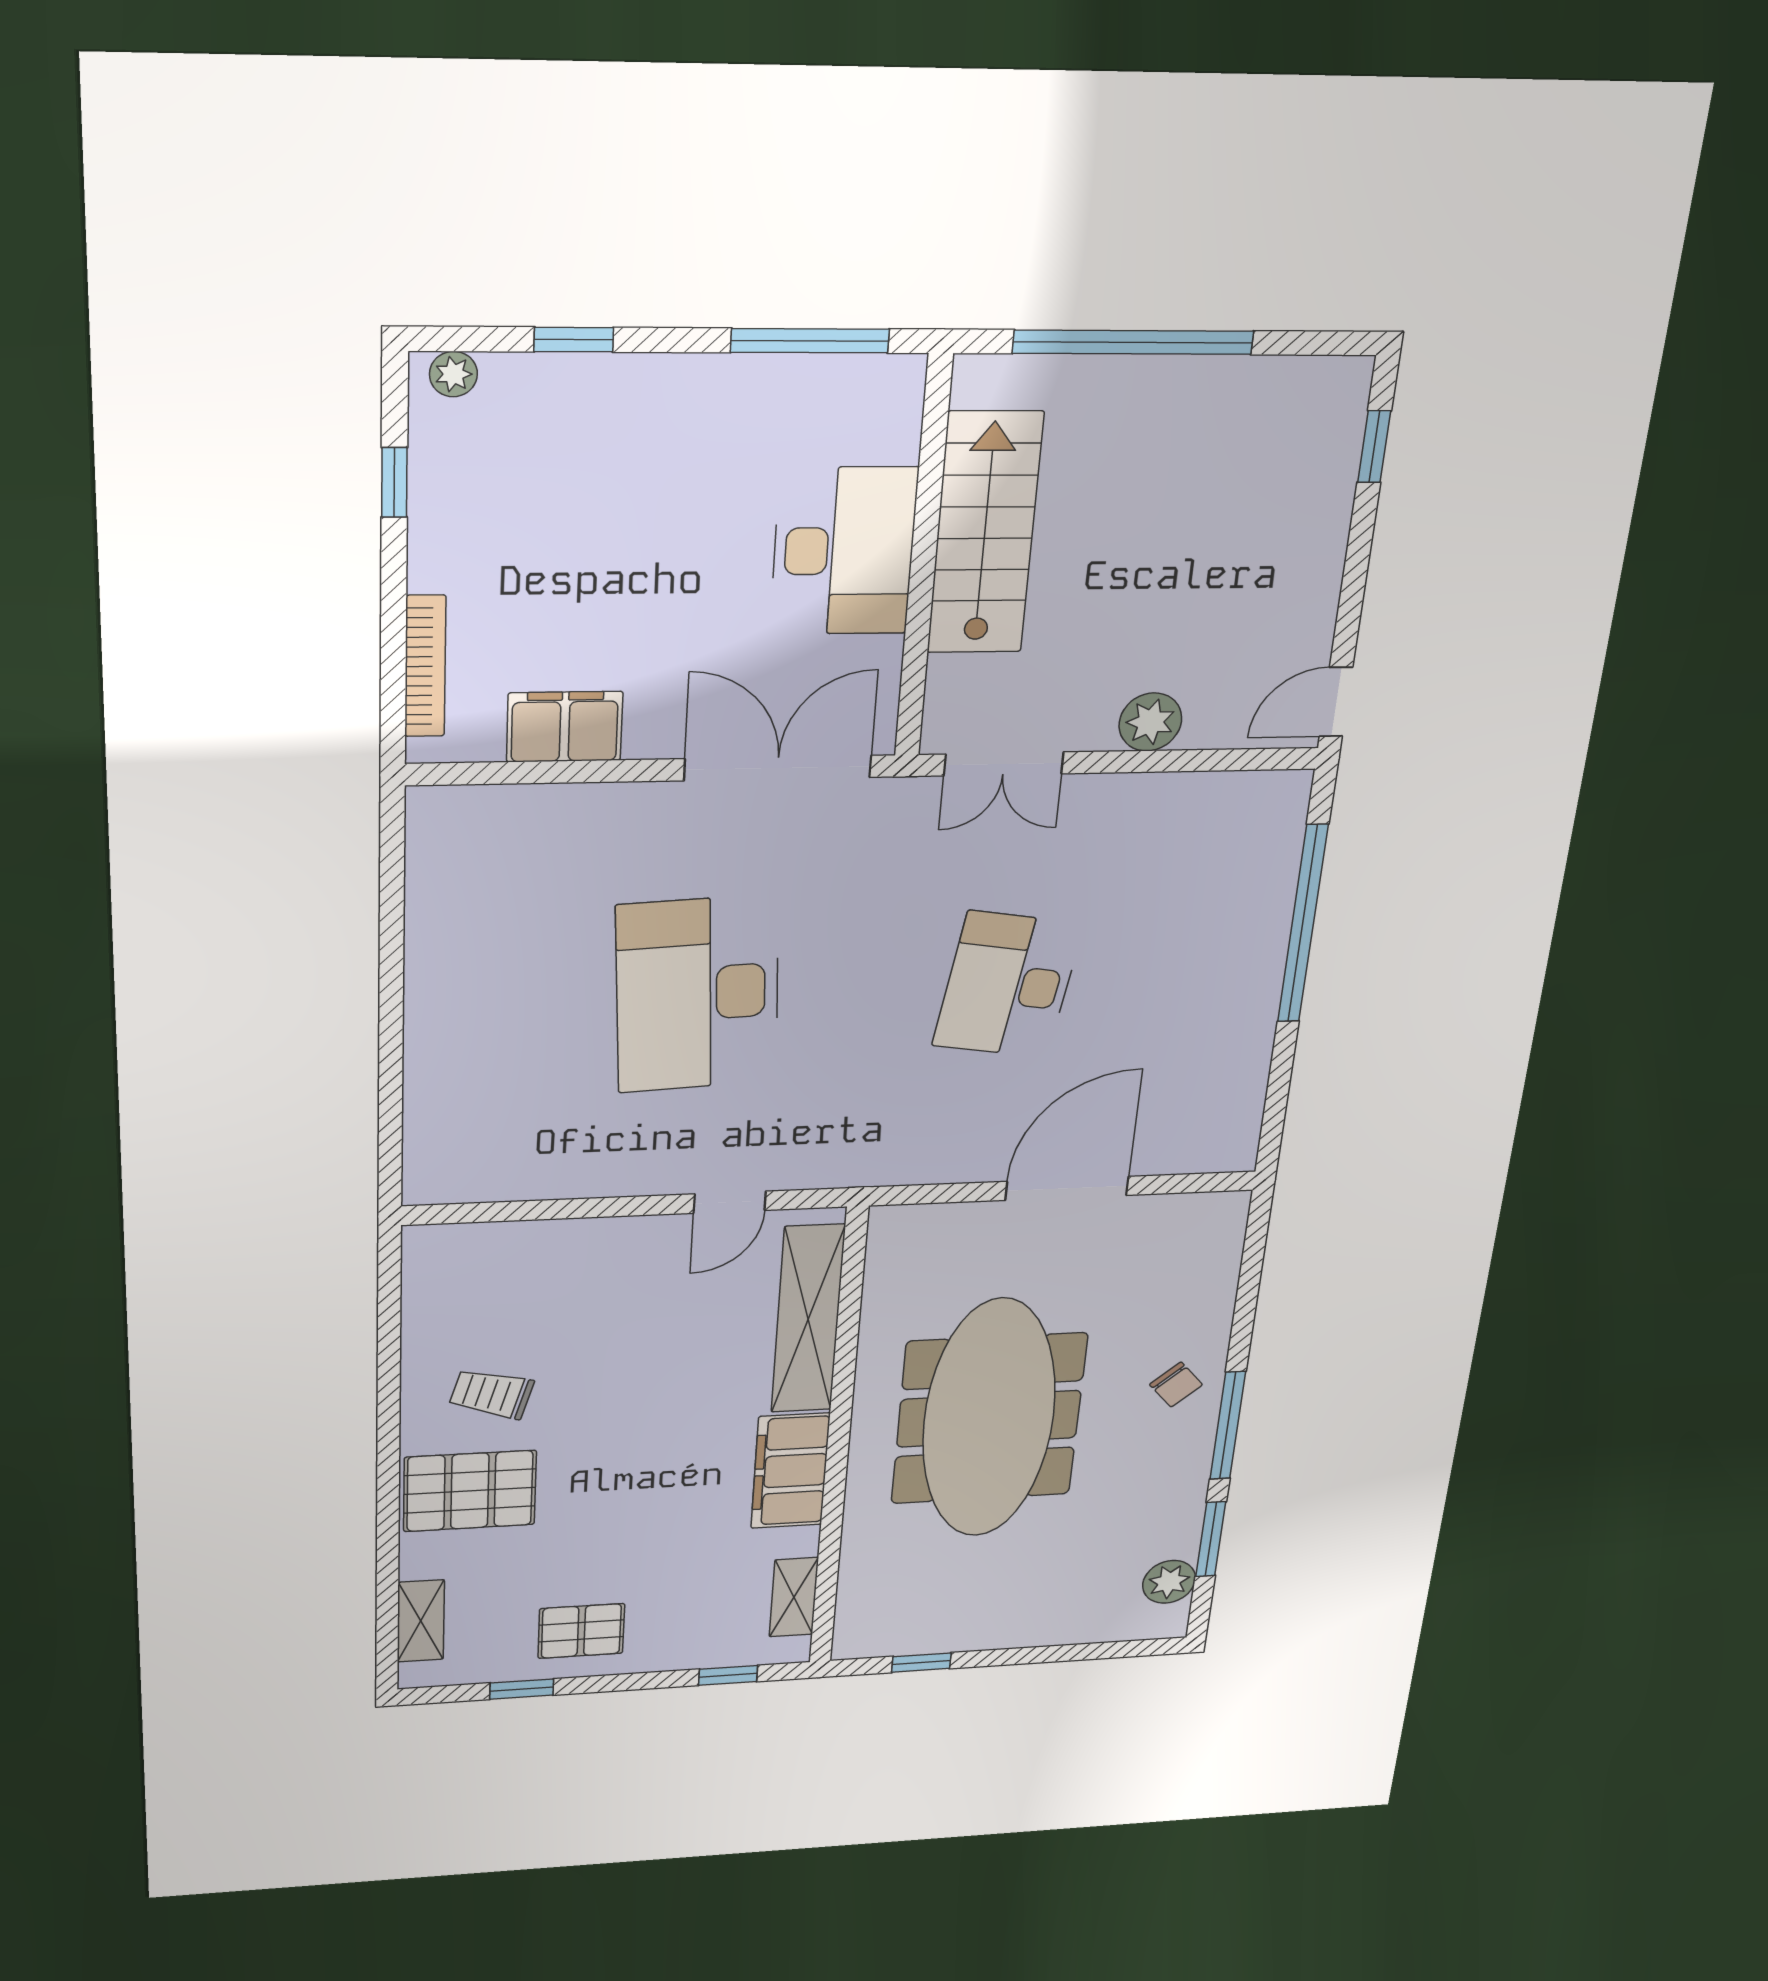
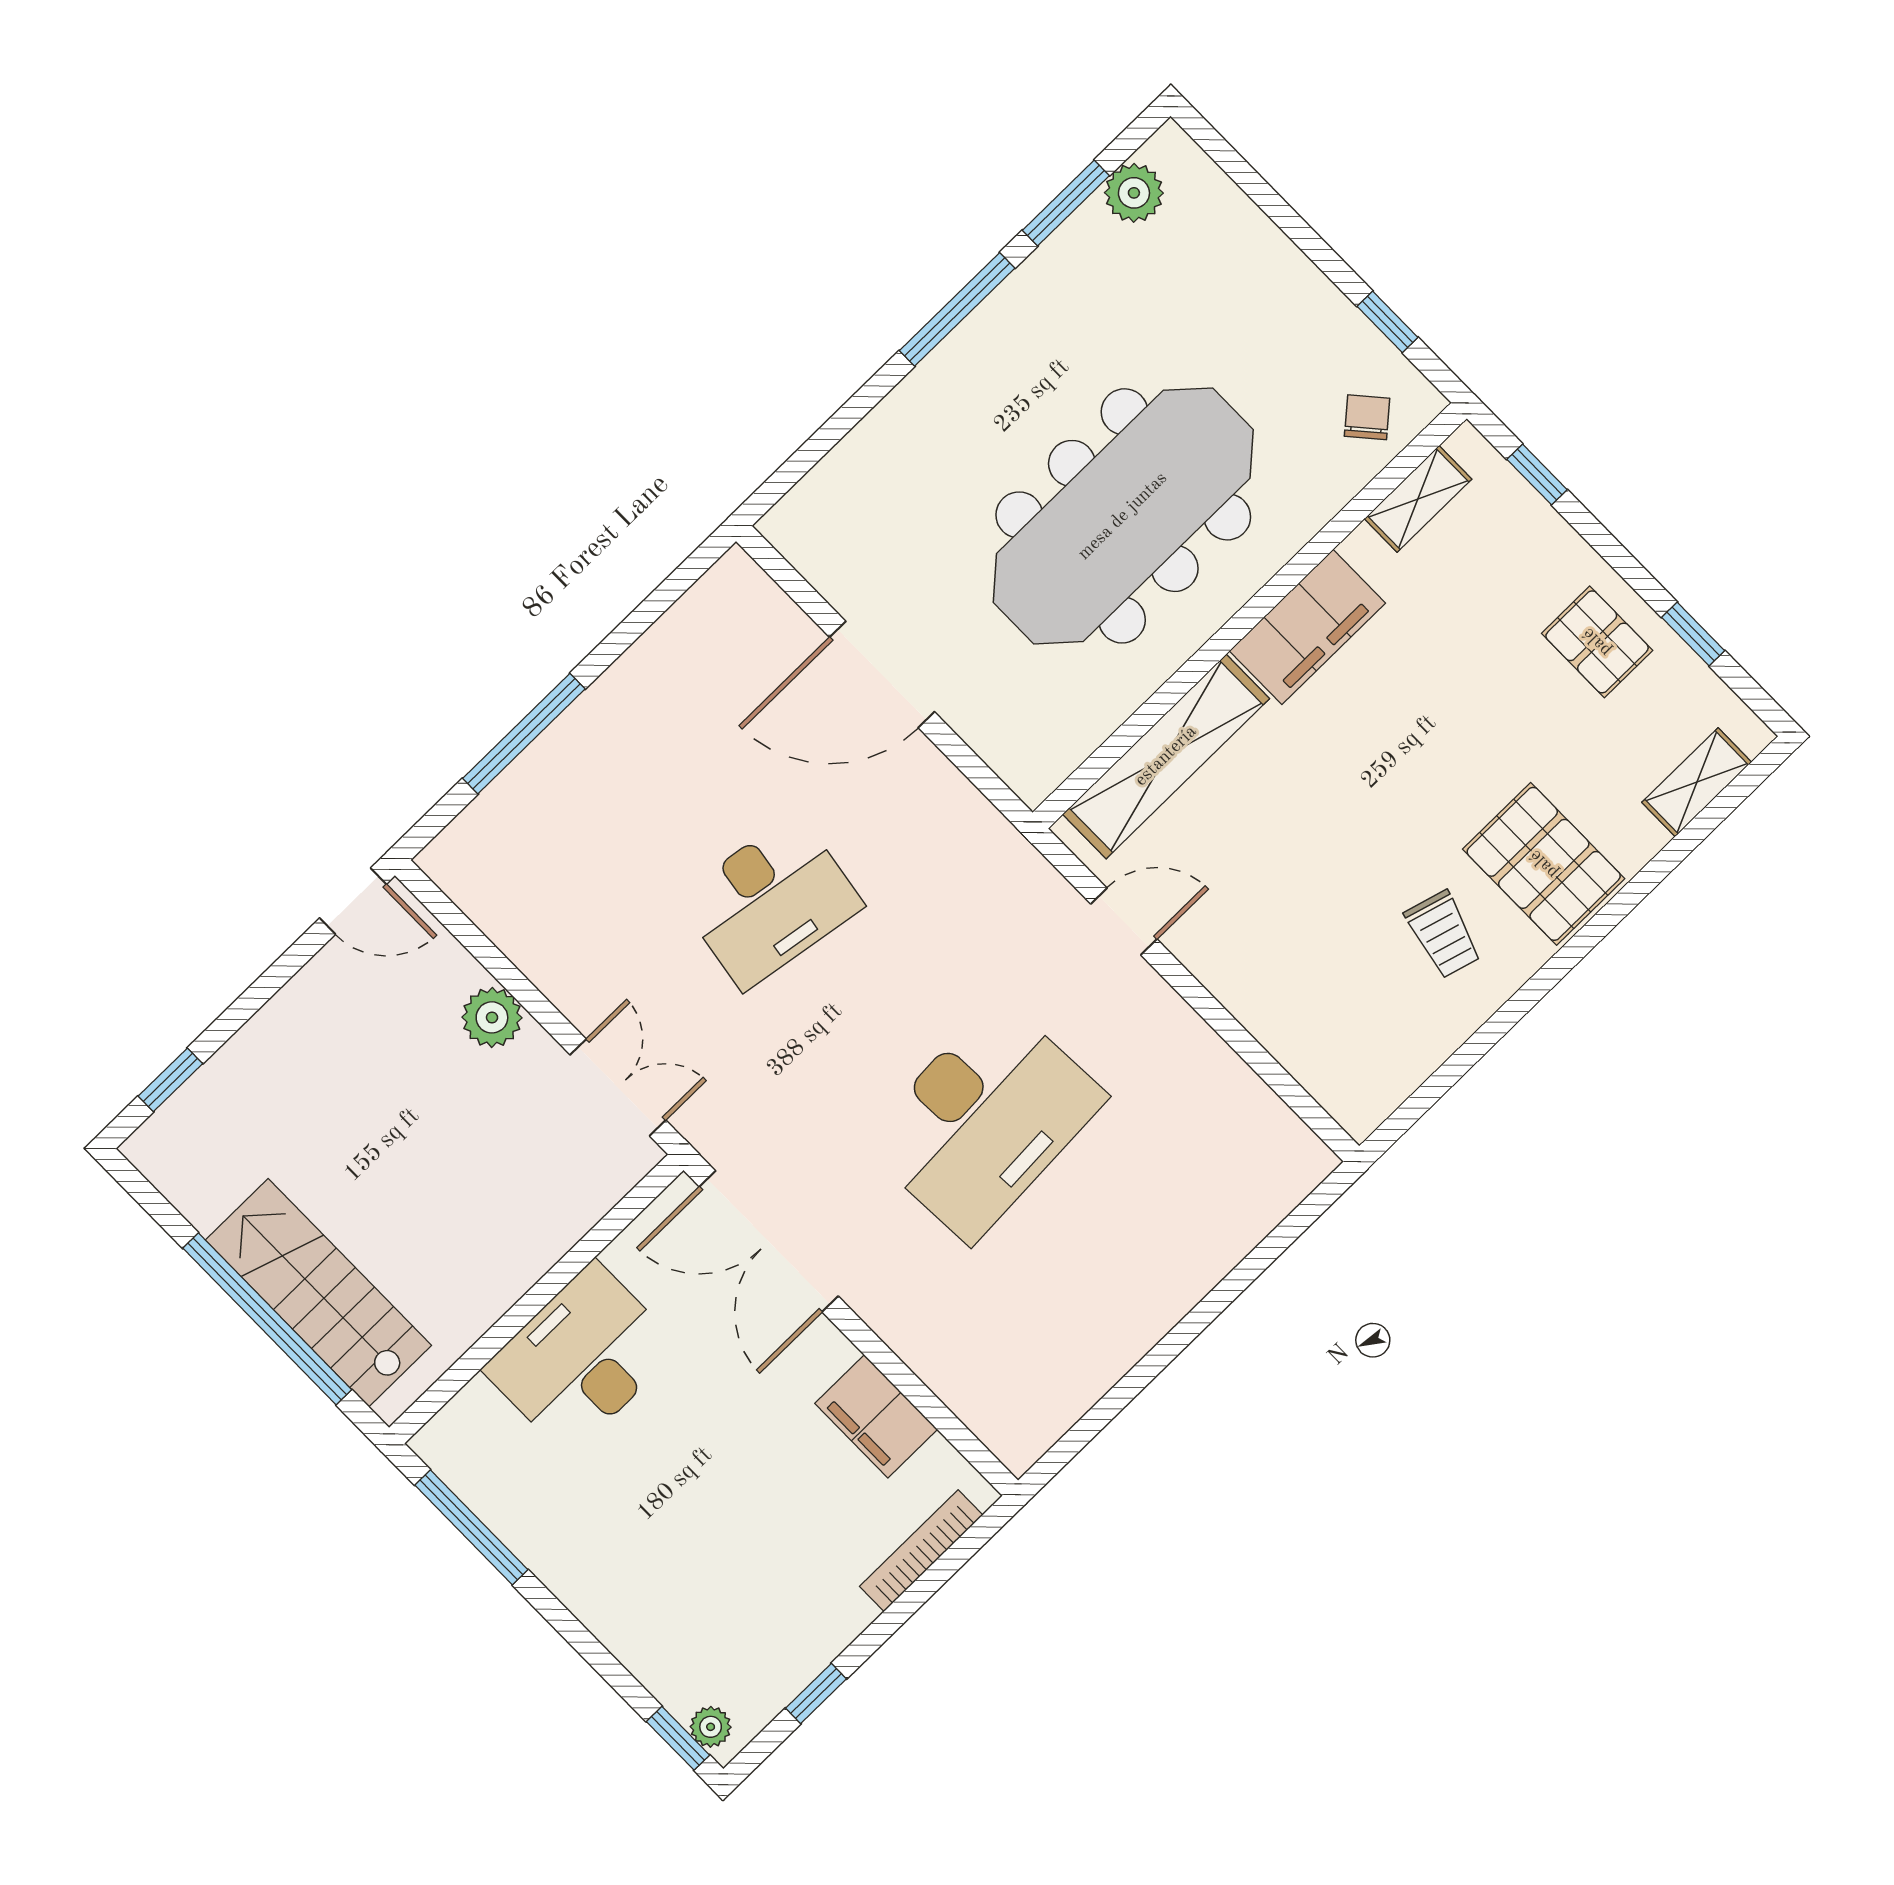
window: (574, 340) -> (678, 1738), moved
stairs: (985, 533) -> (318, 1293), moved, turned 90
window: (1303, 924) -> (524, 734), width x0.68
chair: (1176, 1385) -> (1367, 417), moved

